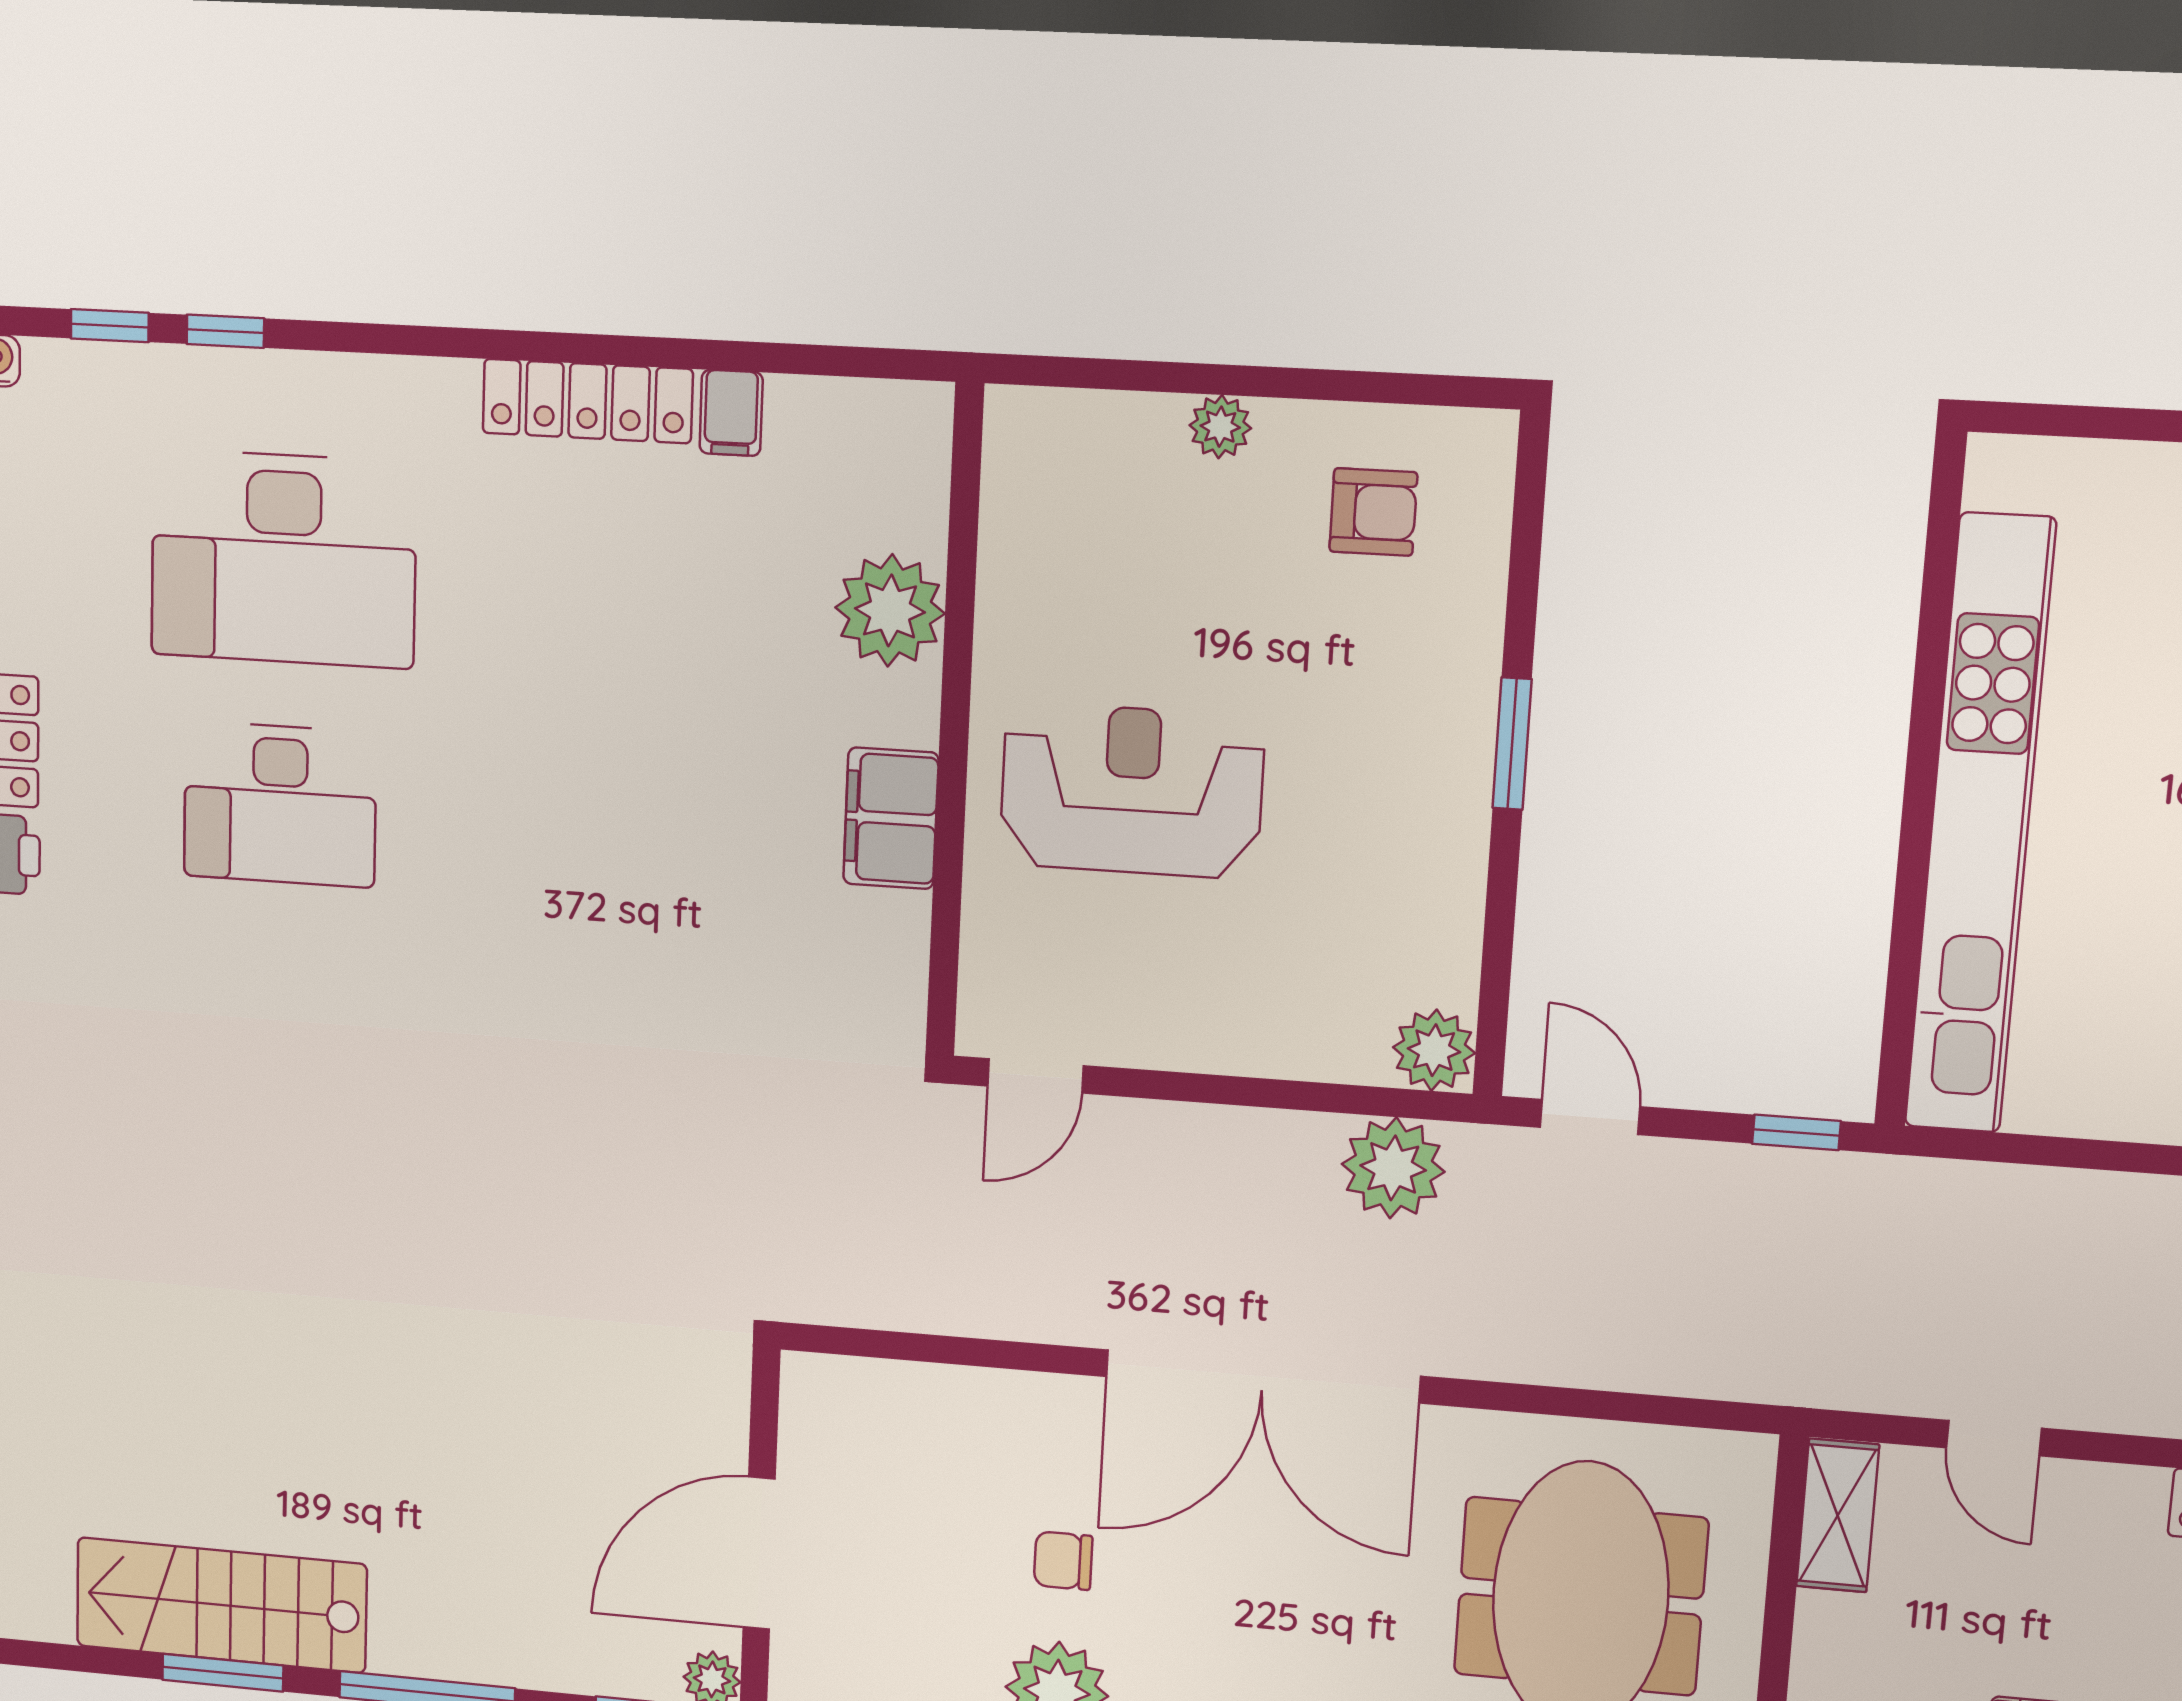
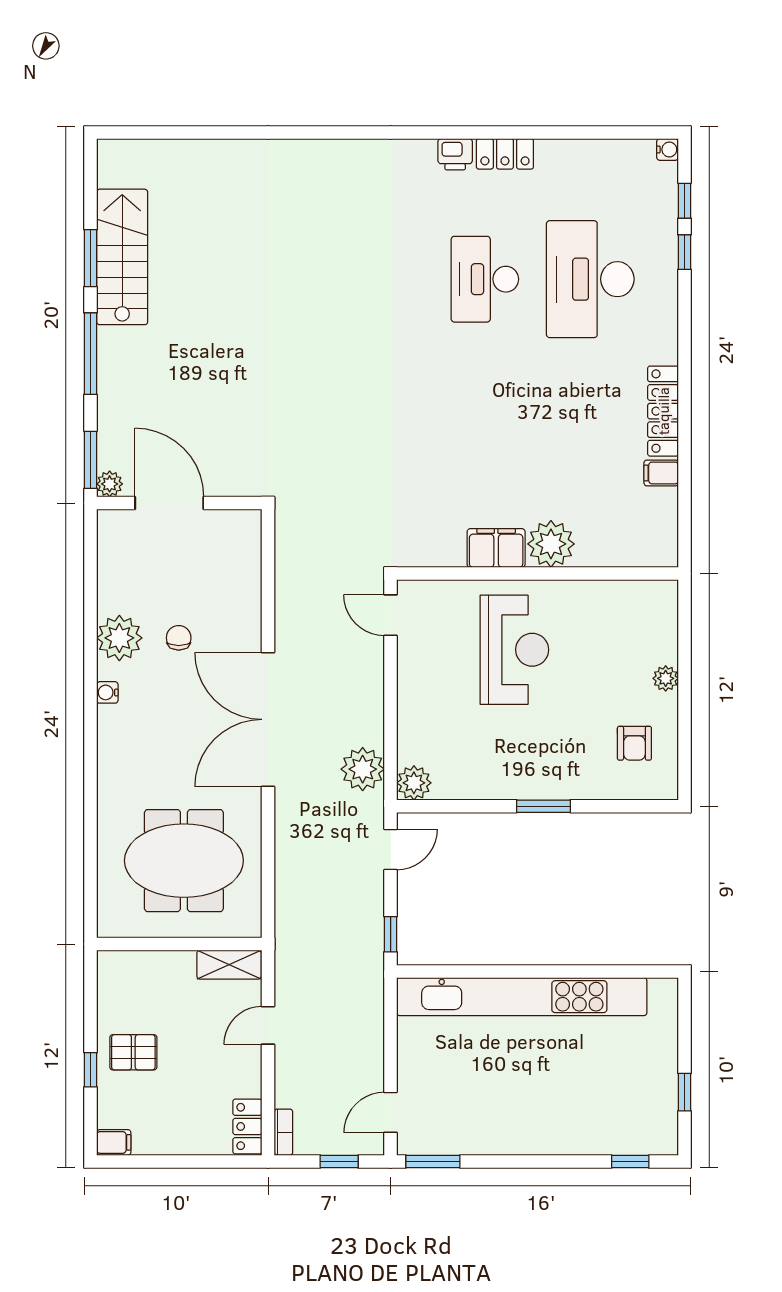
plant: (890, 610) -> (551, 544), moved

